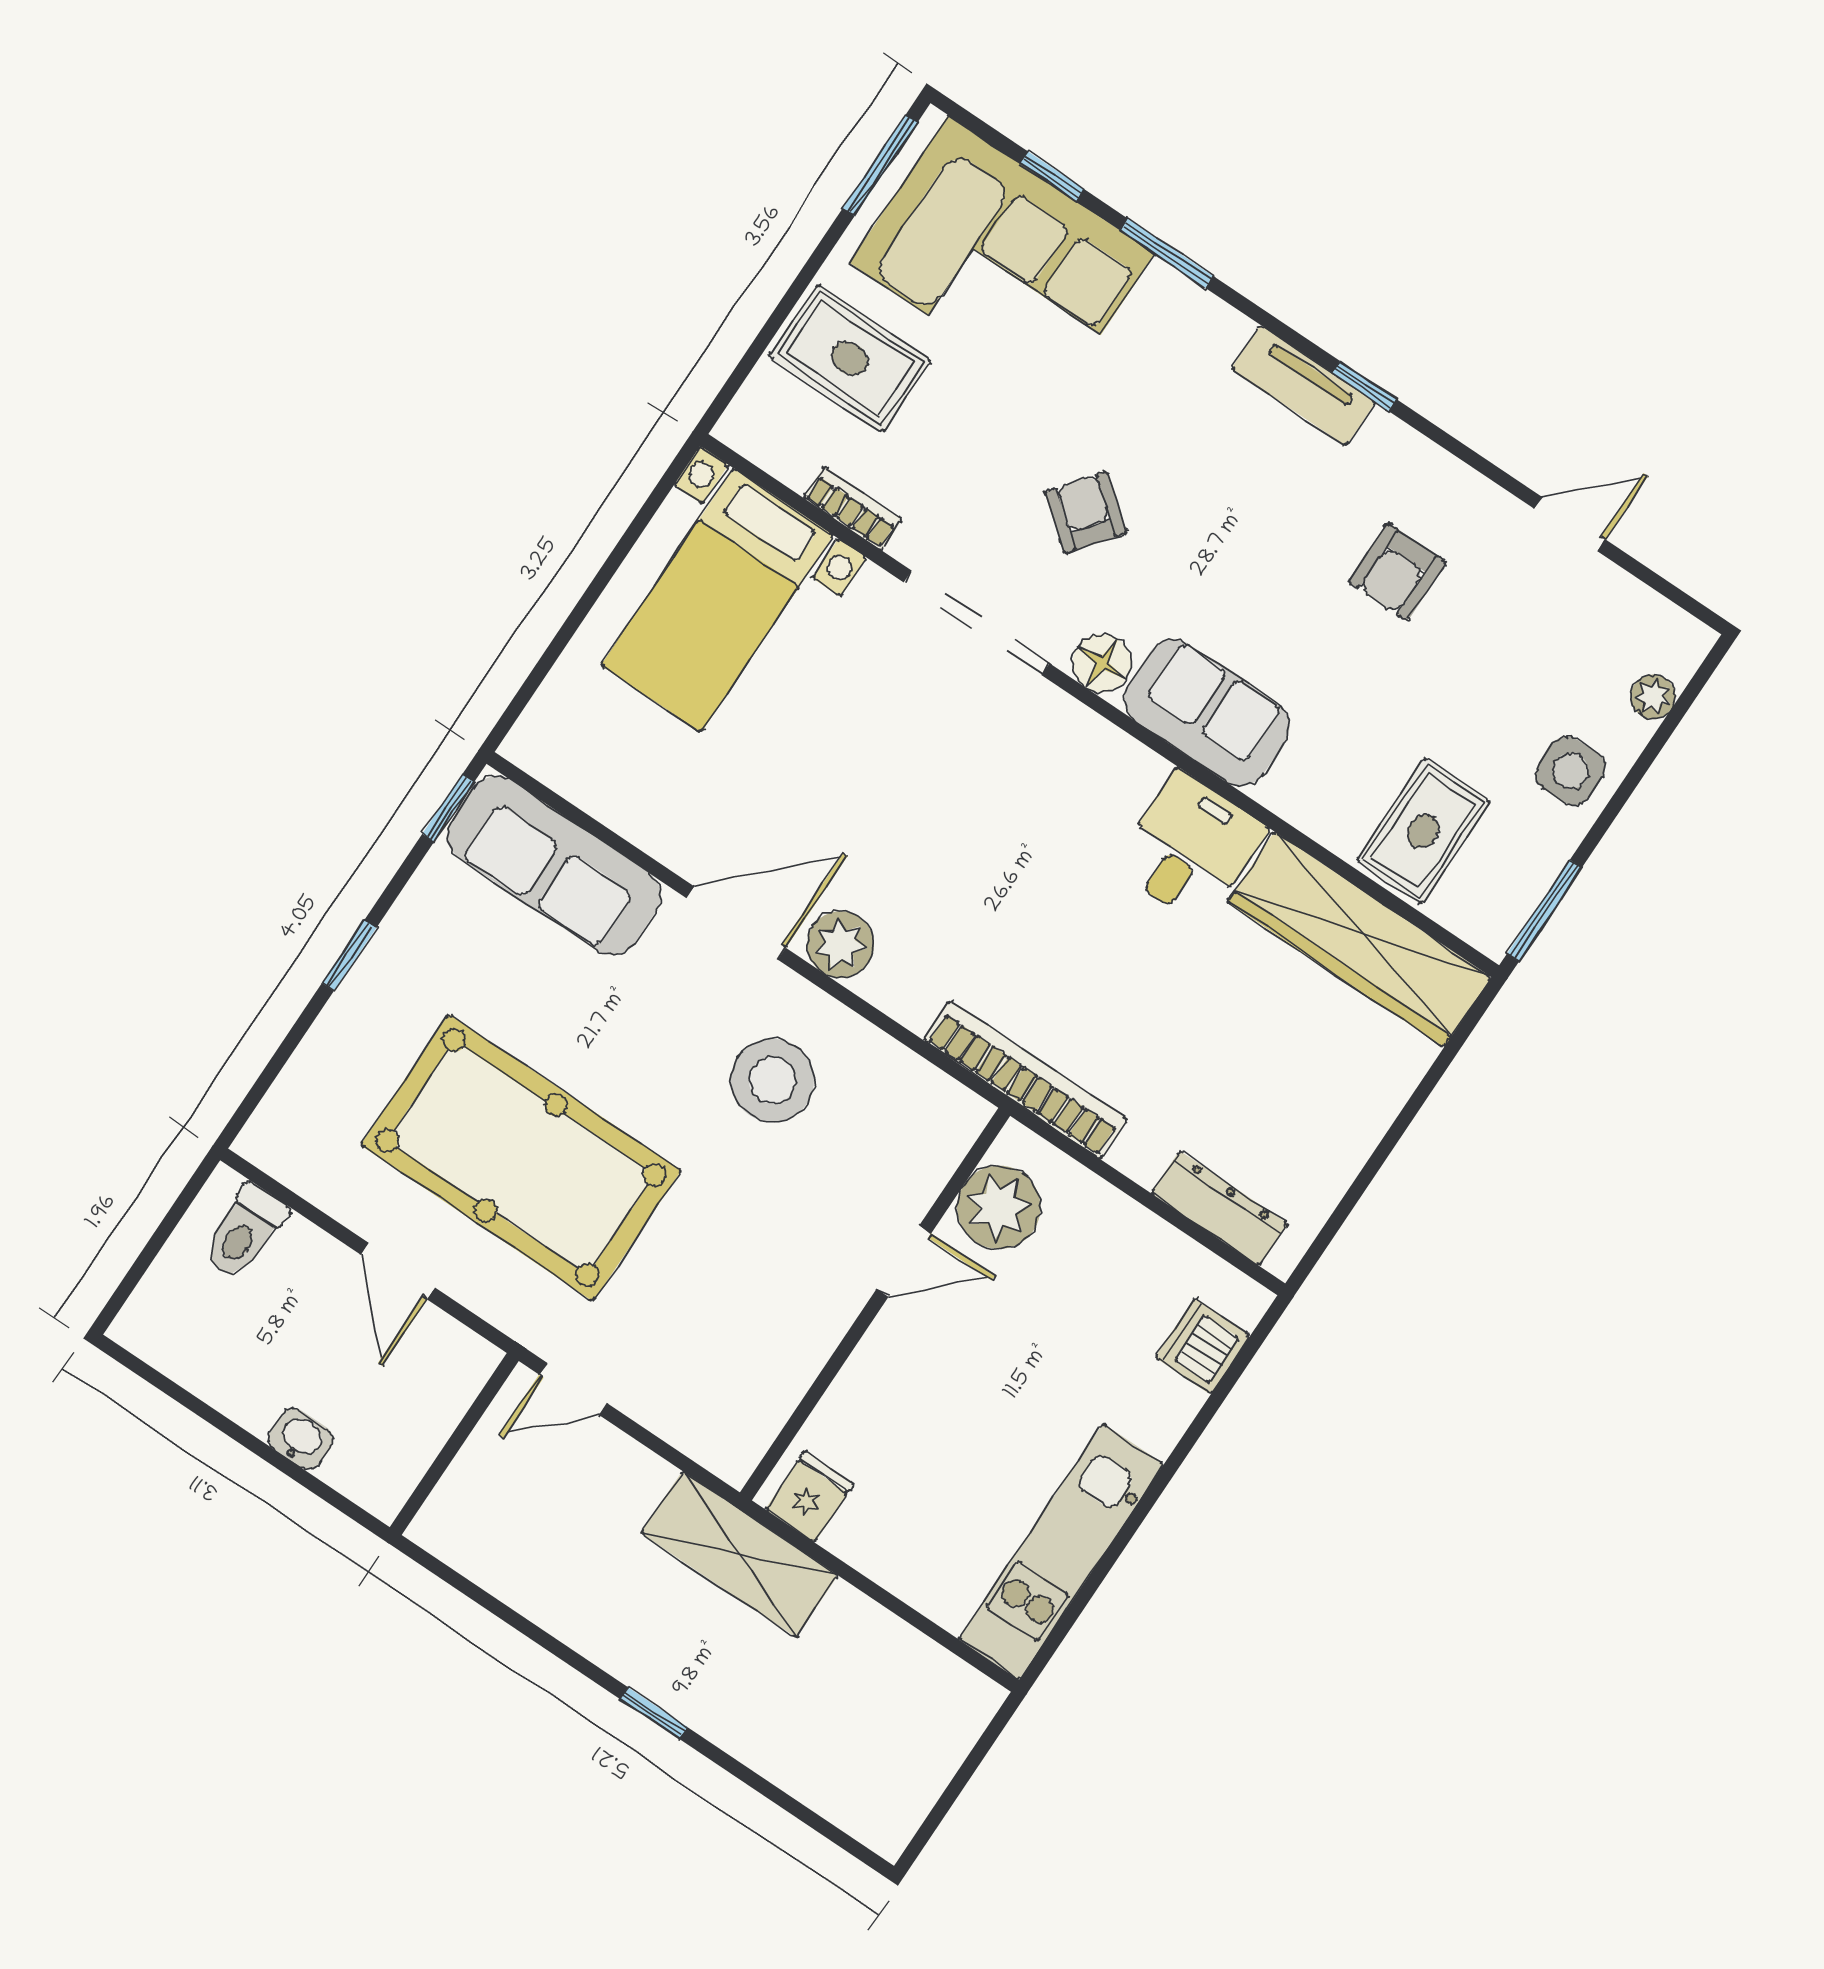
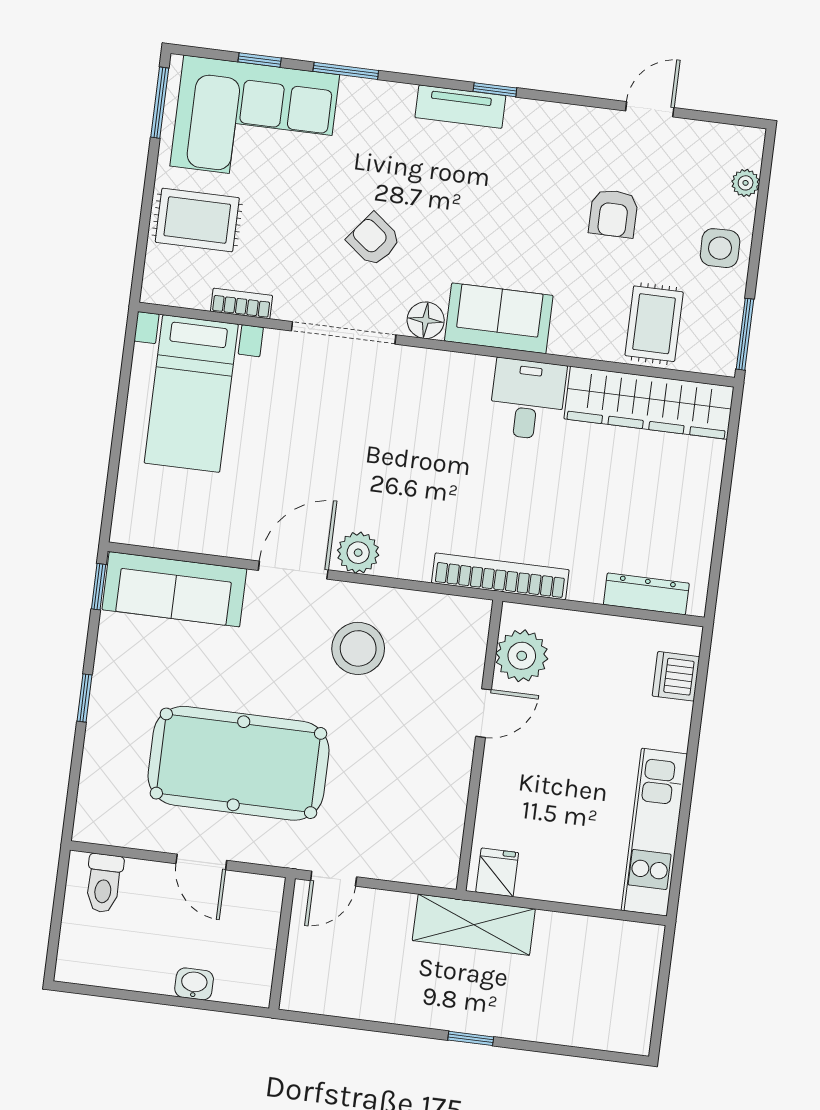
armchair: (1397, 572) -> (613, 213), moved

